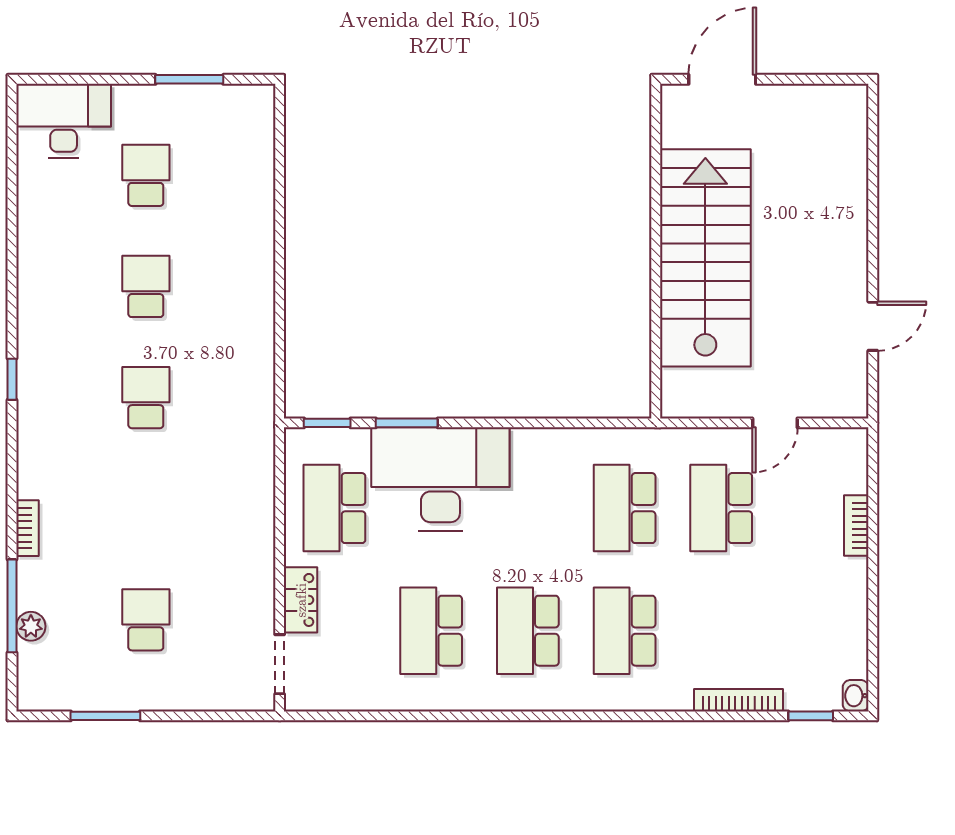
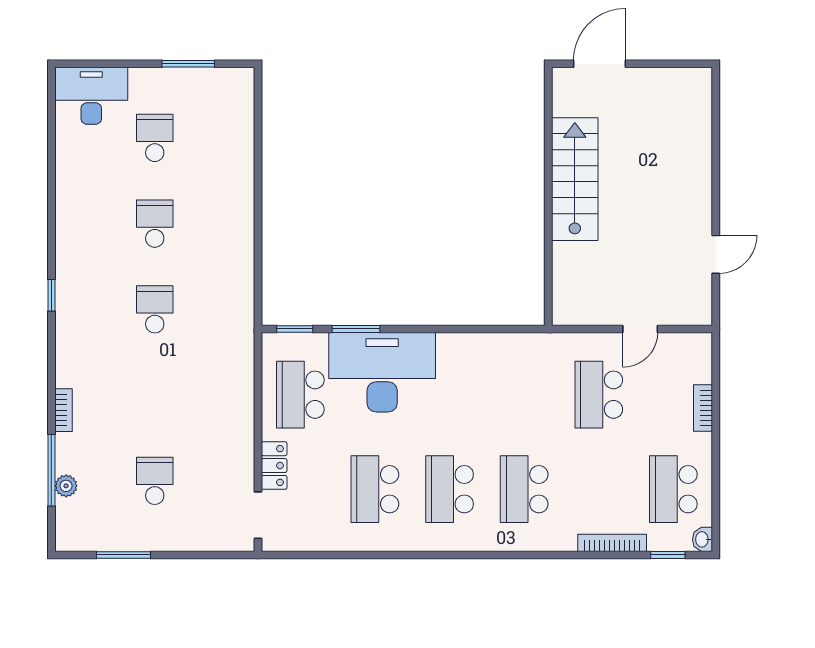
stairs: (705, 258) -> (575, 179), width x0.73, depth x0.66
school desk: (625, 508) -> (673, 489), moved

